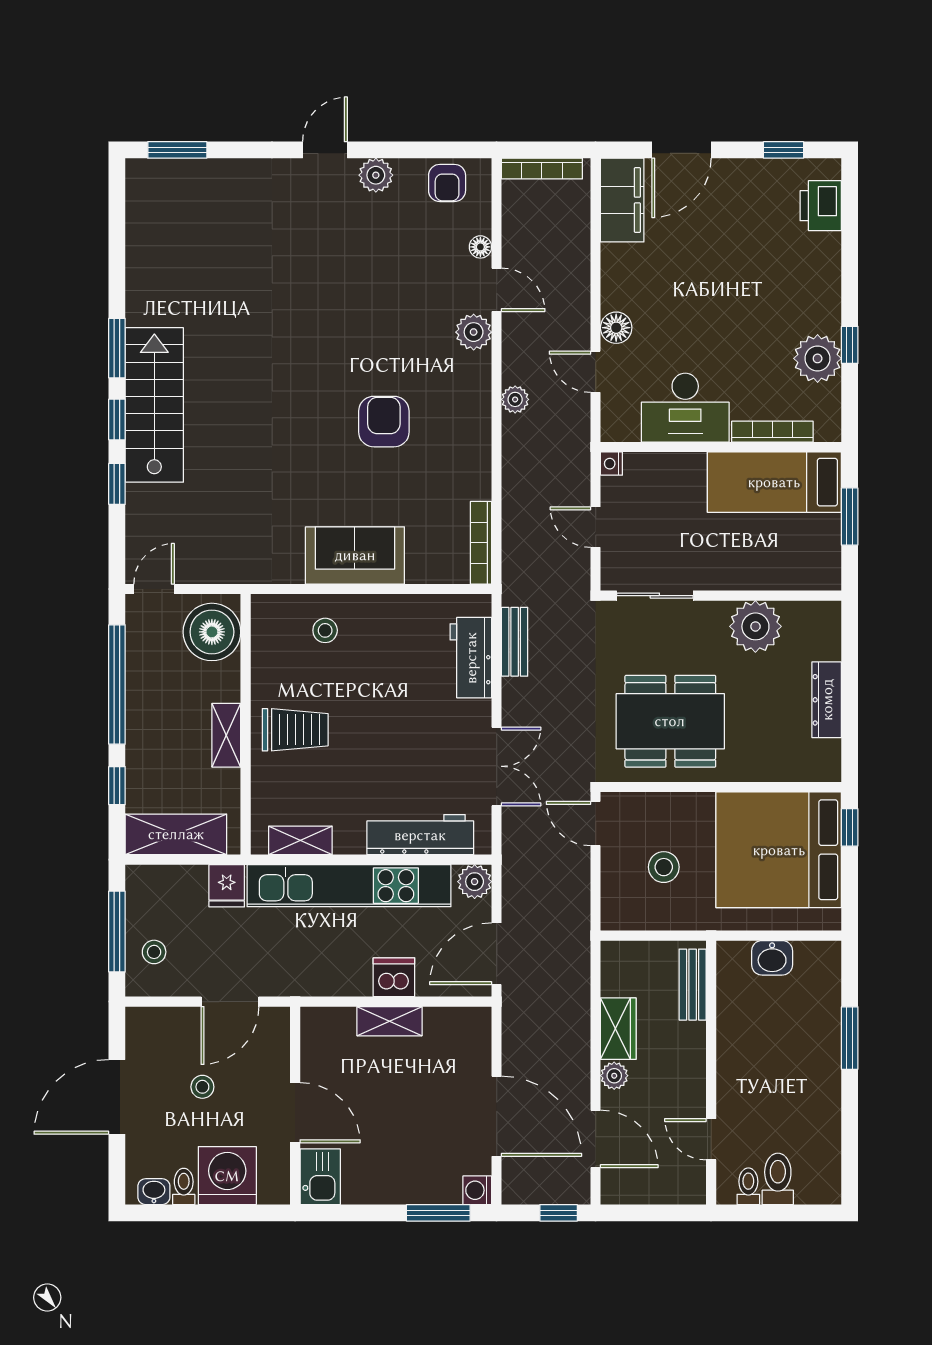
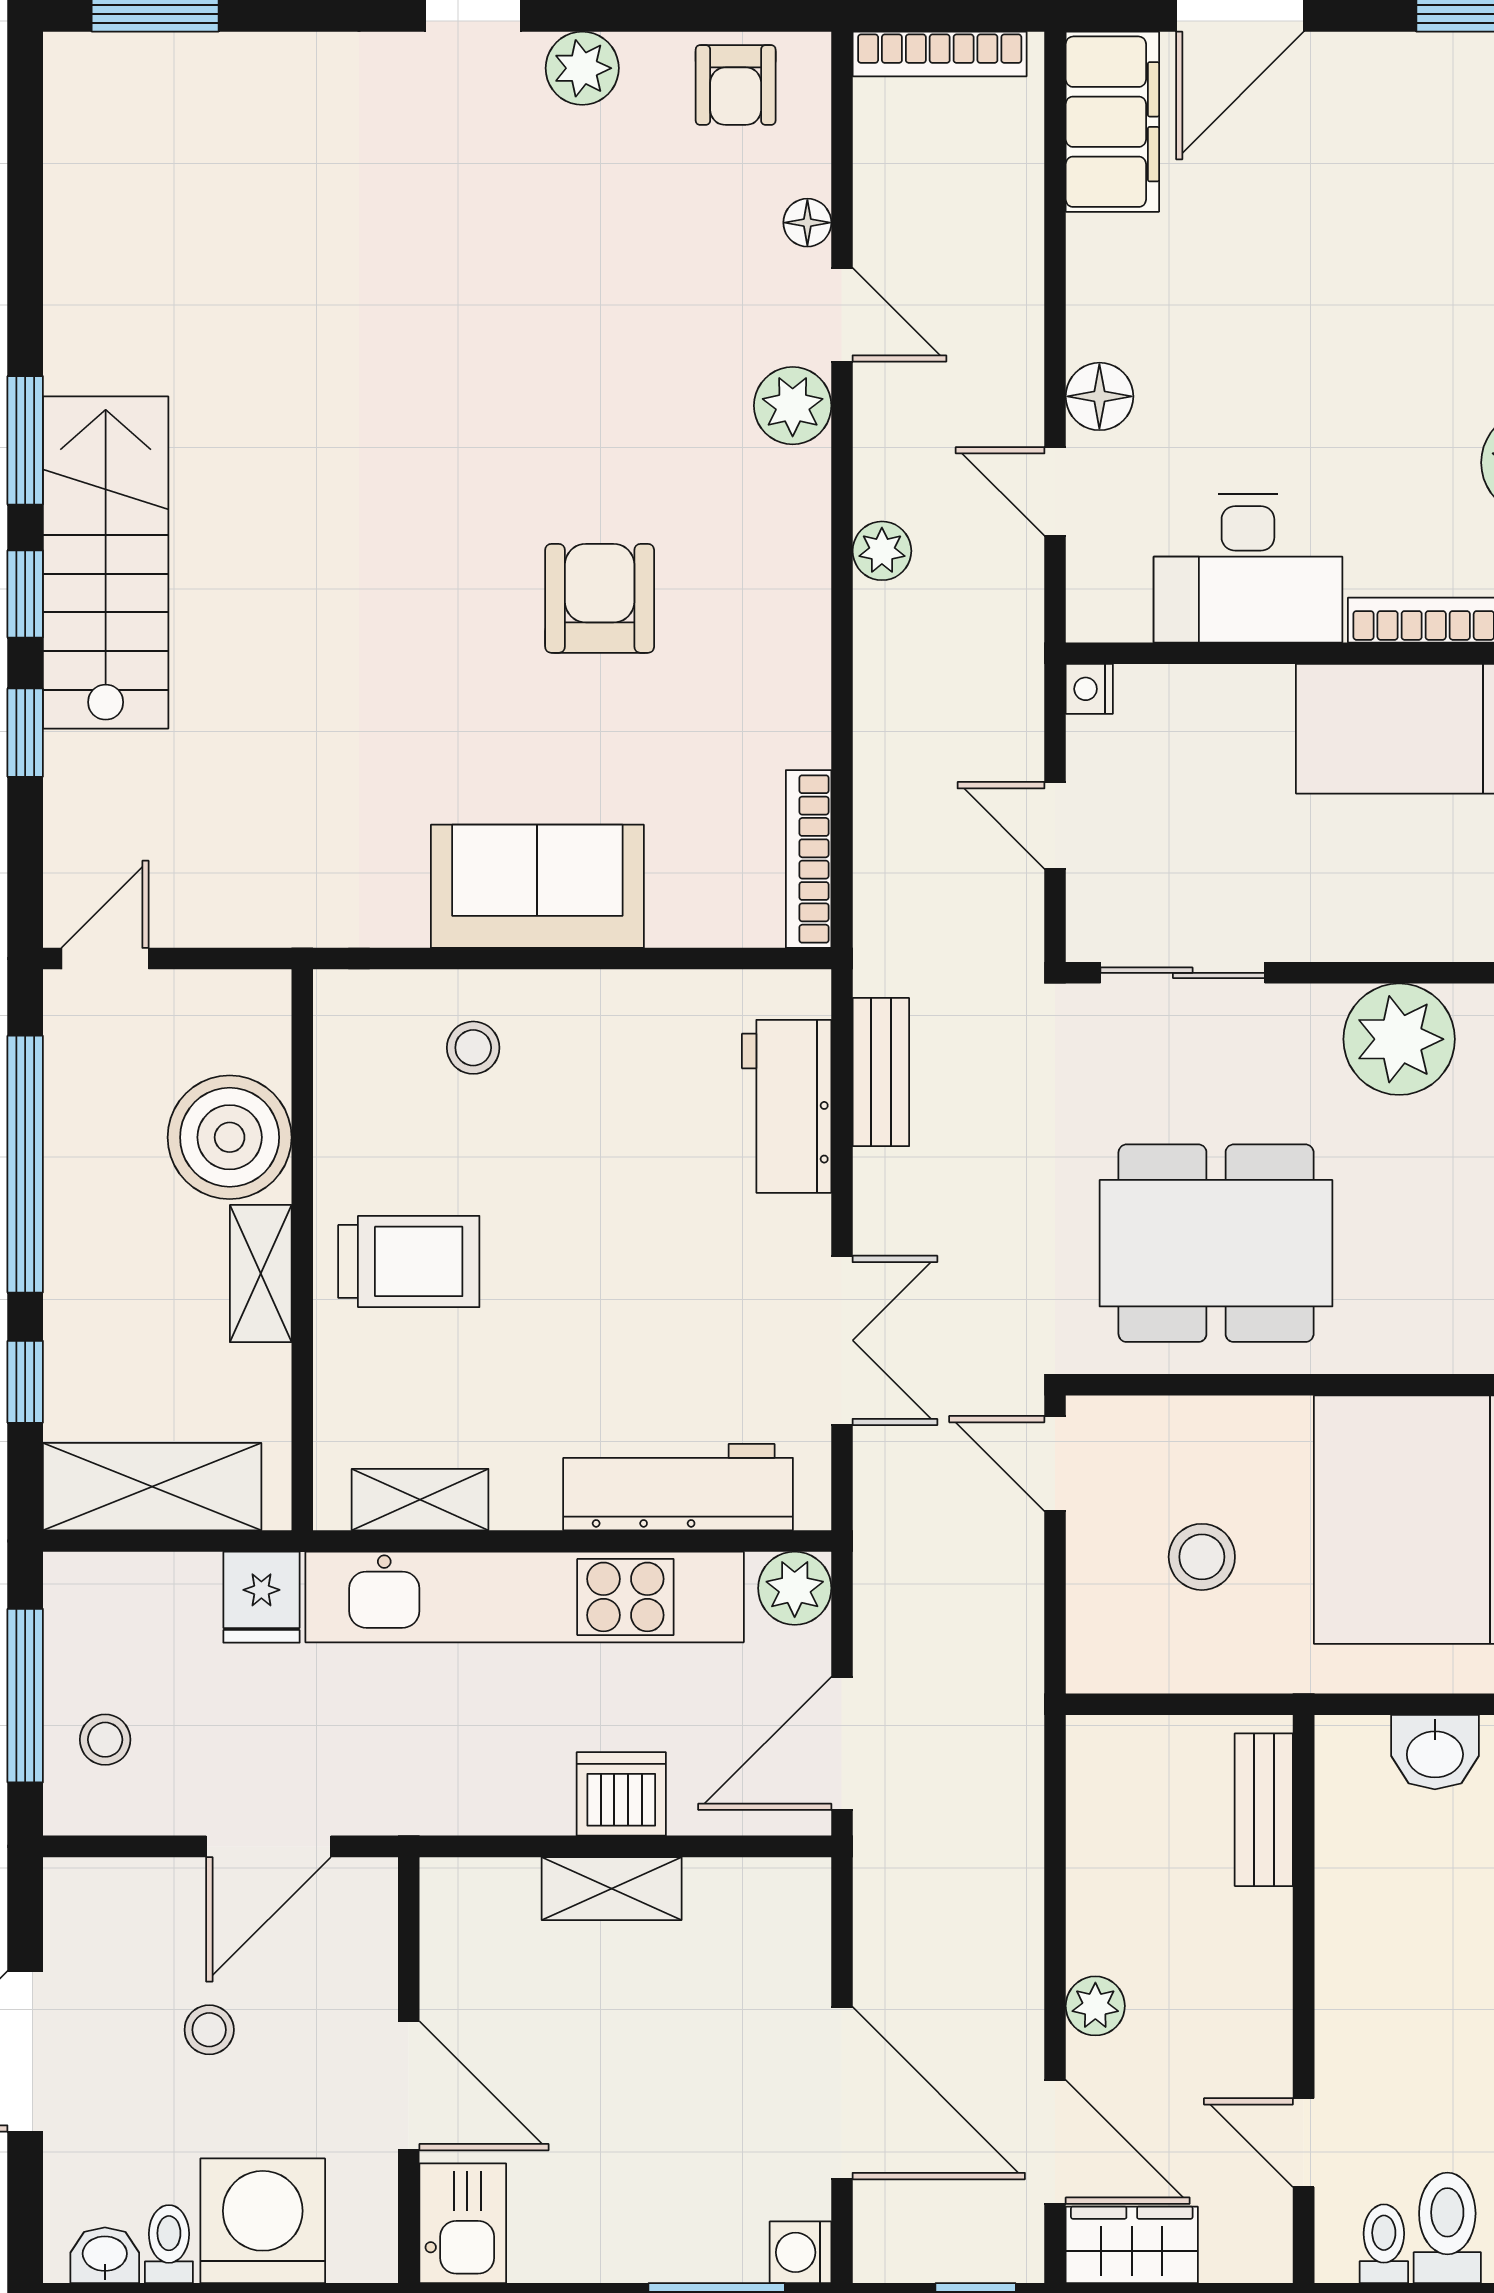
boiler: (212, 632) -> (230, 1137), moved
wardrobe: (618, 1029) -> (1132, 2245), moved, turned -90

